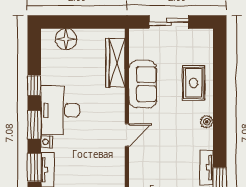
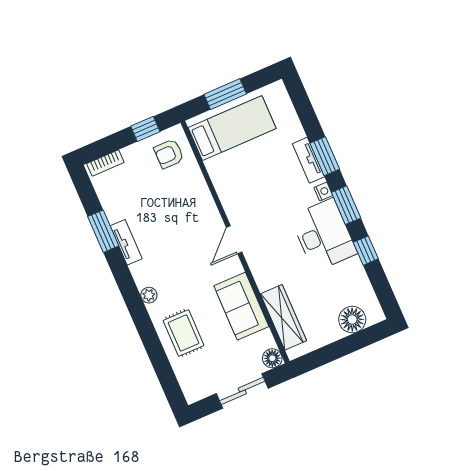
floor lamp: (137, 36) -> (272, 358), added

